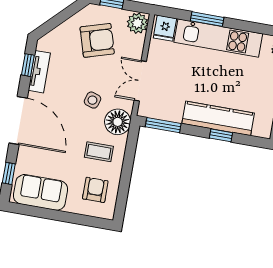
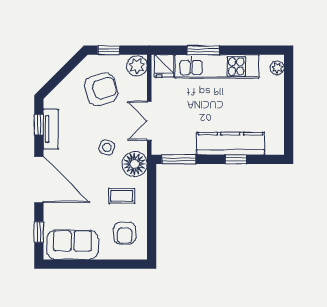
armchair: (95, 190) -> (125, 233), turned 180

